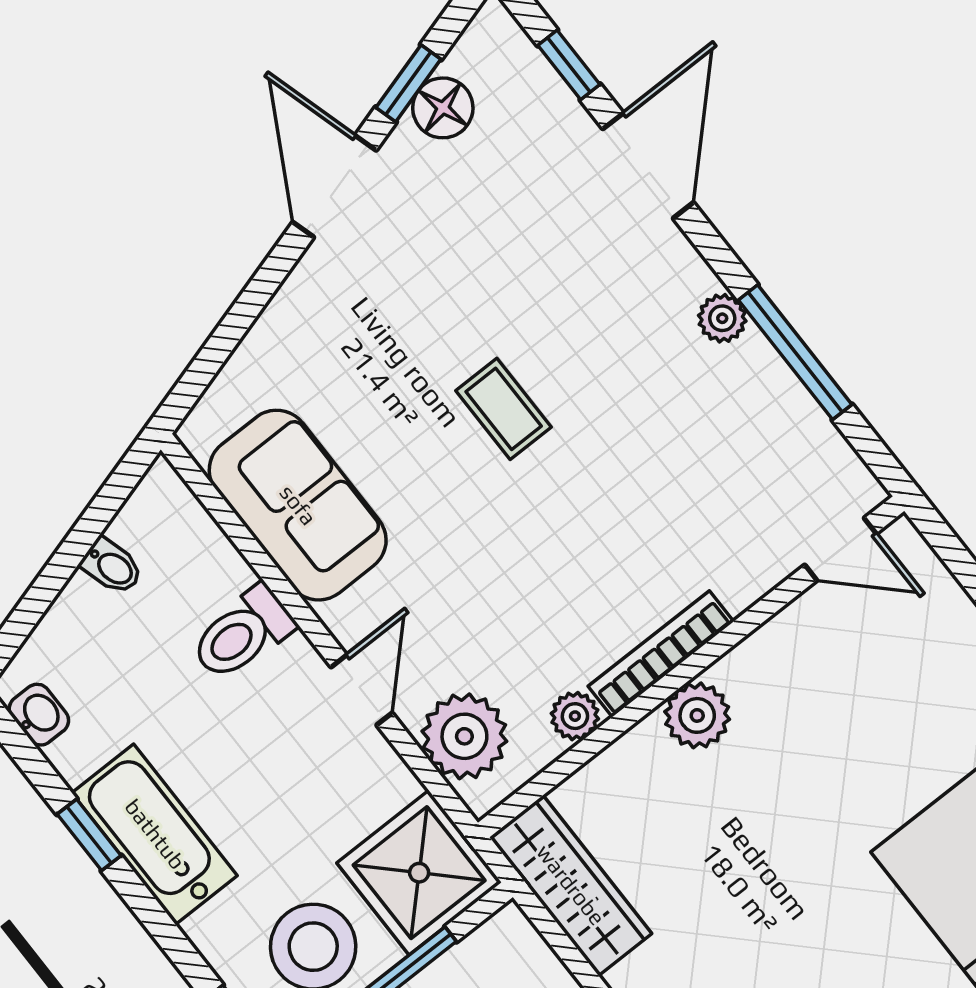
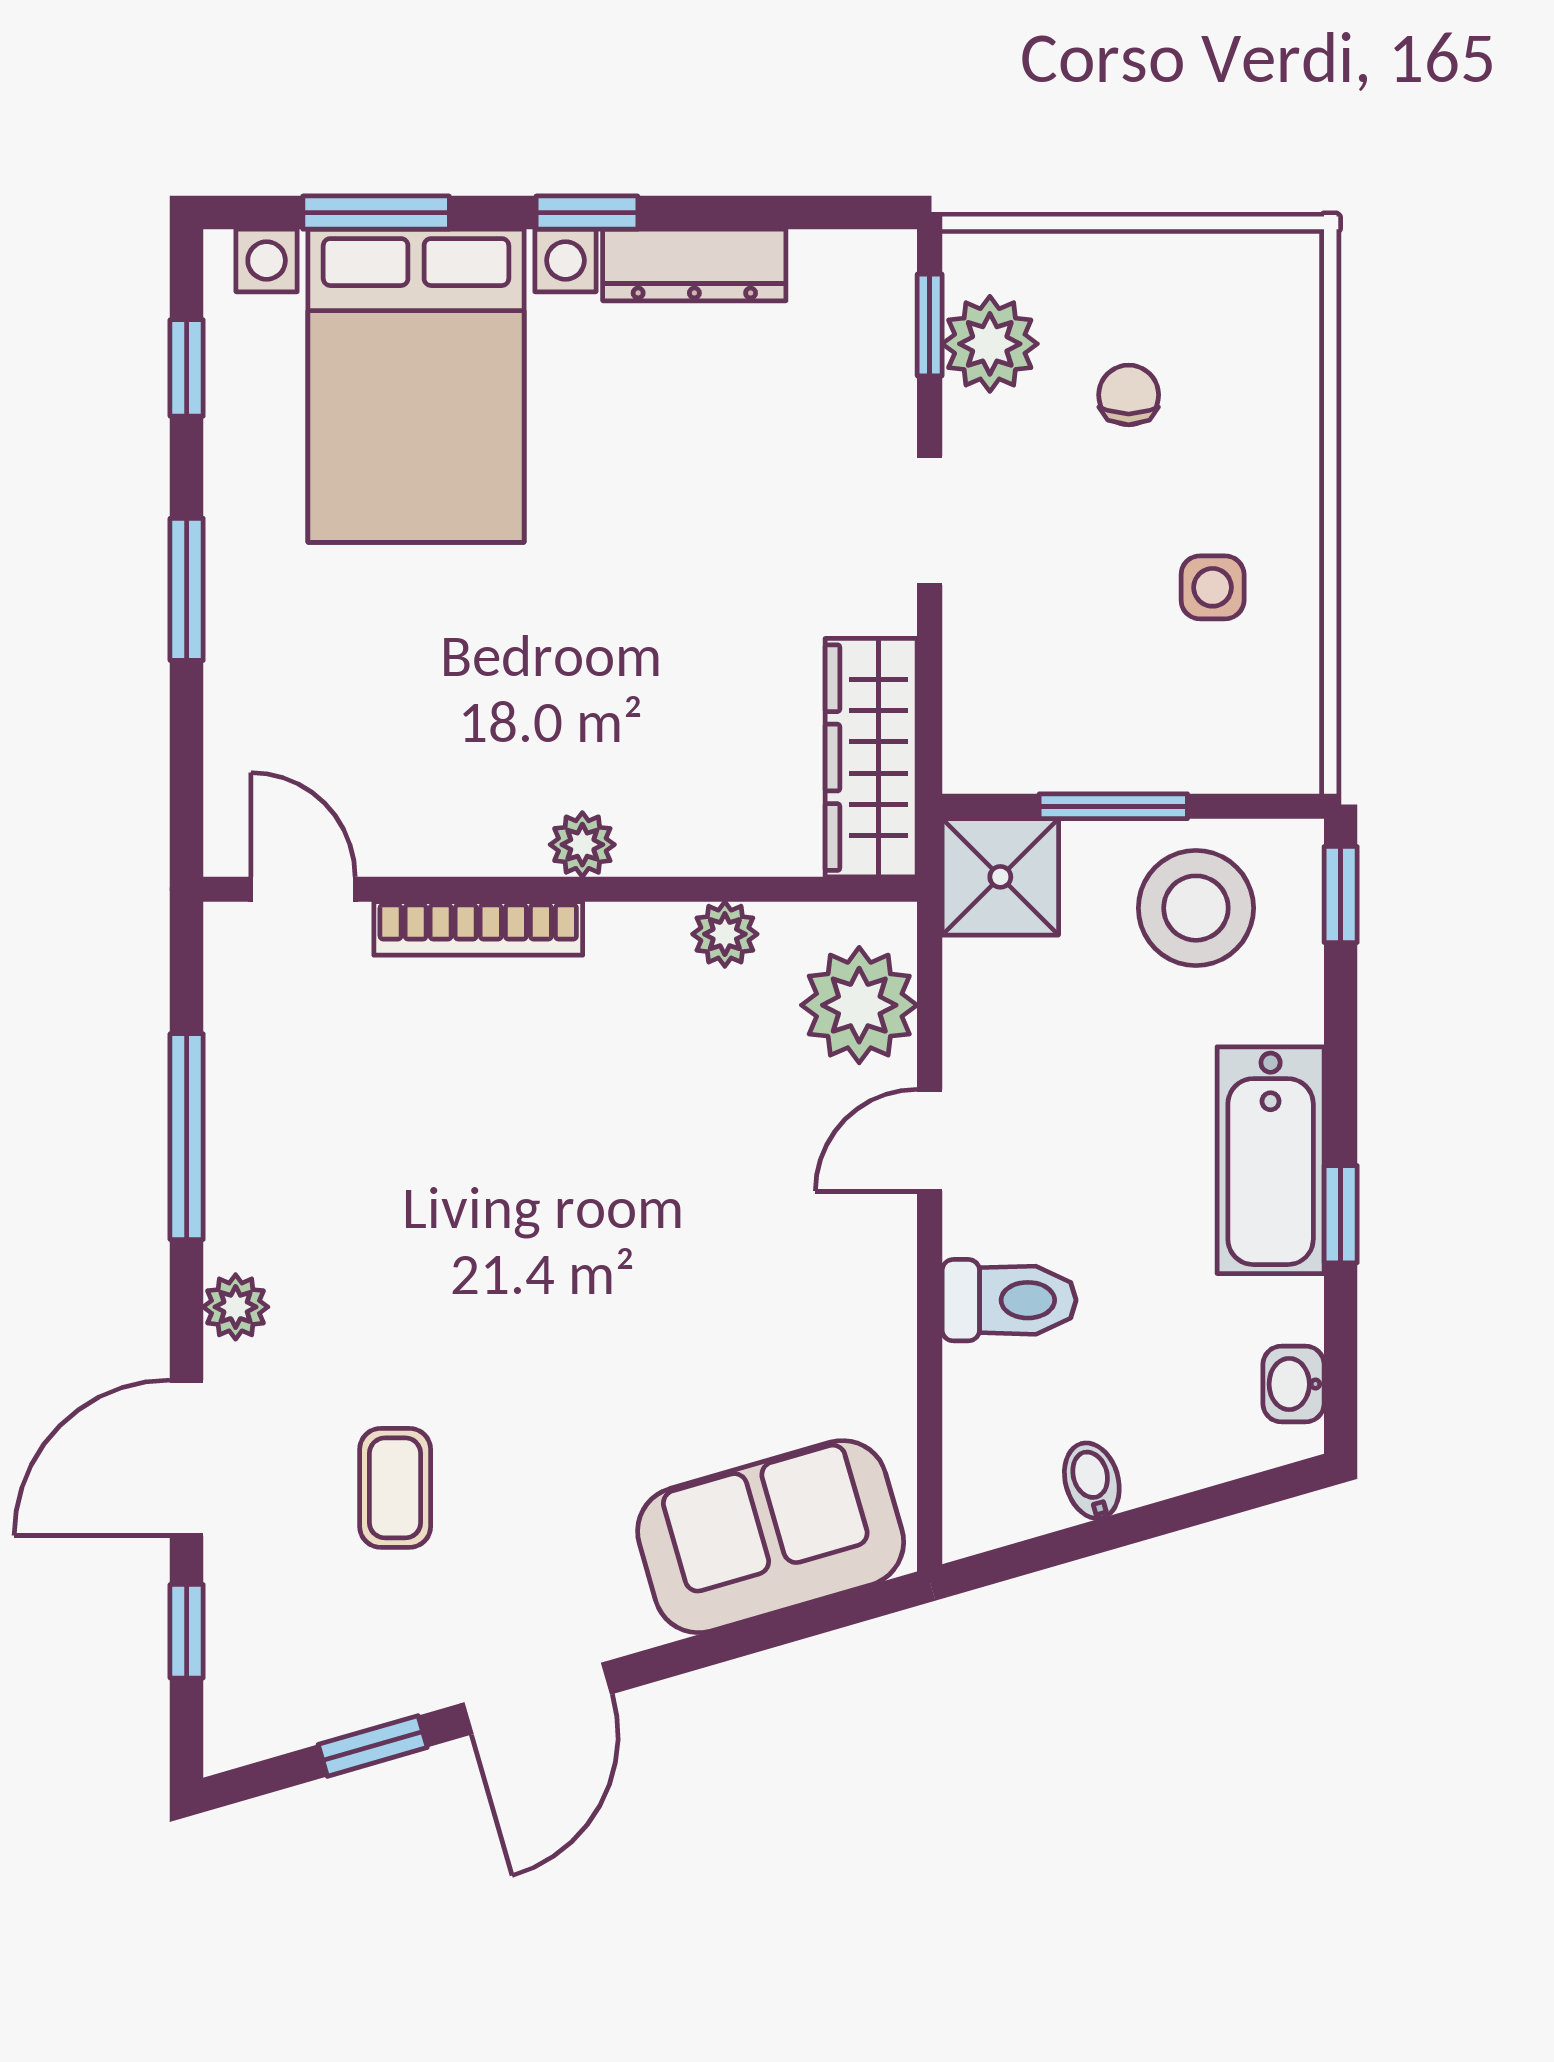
floor lamp: (443, 108) -> (357, 1691), removed
plant: (722, 318) -> (236, 1307), moved
coffee table: (504, 409) -> (395, 1488), moved
sofa: (298, 505) -> (771, 1537), moved, turned 74
bookcase: (661, 654) -> (478, 928), moved
plant: (697, 715) -> (582, 845), width x0.73, depth x0.73
shower: (419, 873) -> (1000, 877), width x0.73, depth x0.73

